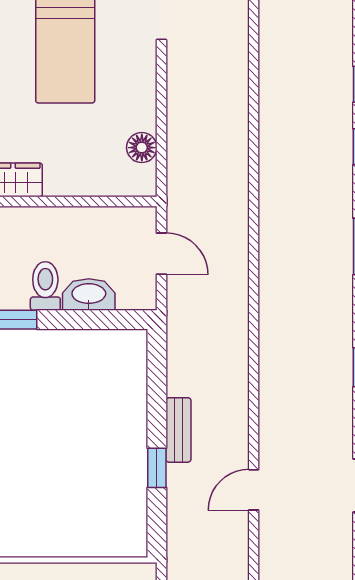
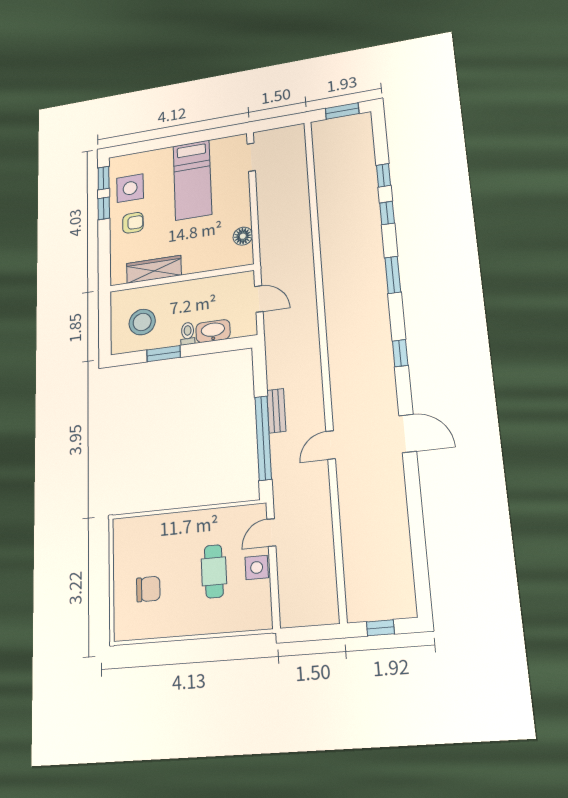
toilet: (45, 286) -> (188, 334), width x0.73, depth x0.72
window: (157, 468) -> (263, 438), width x3.17

